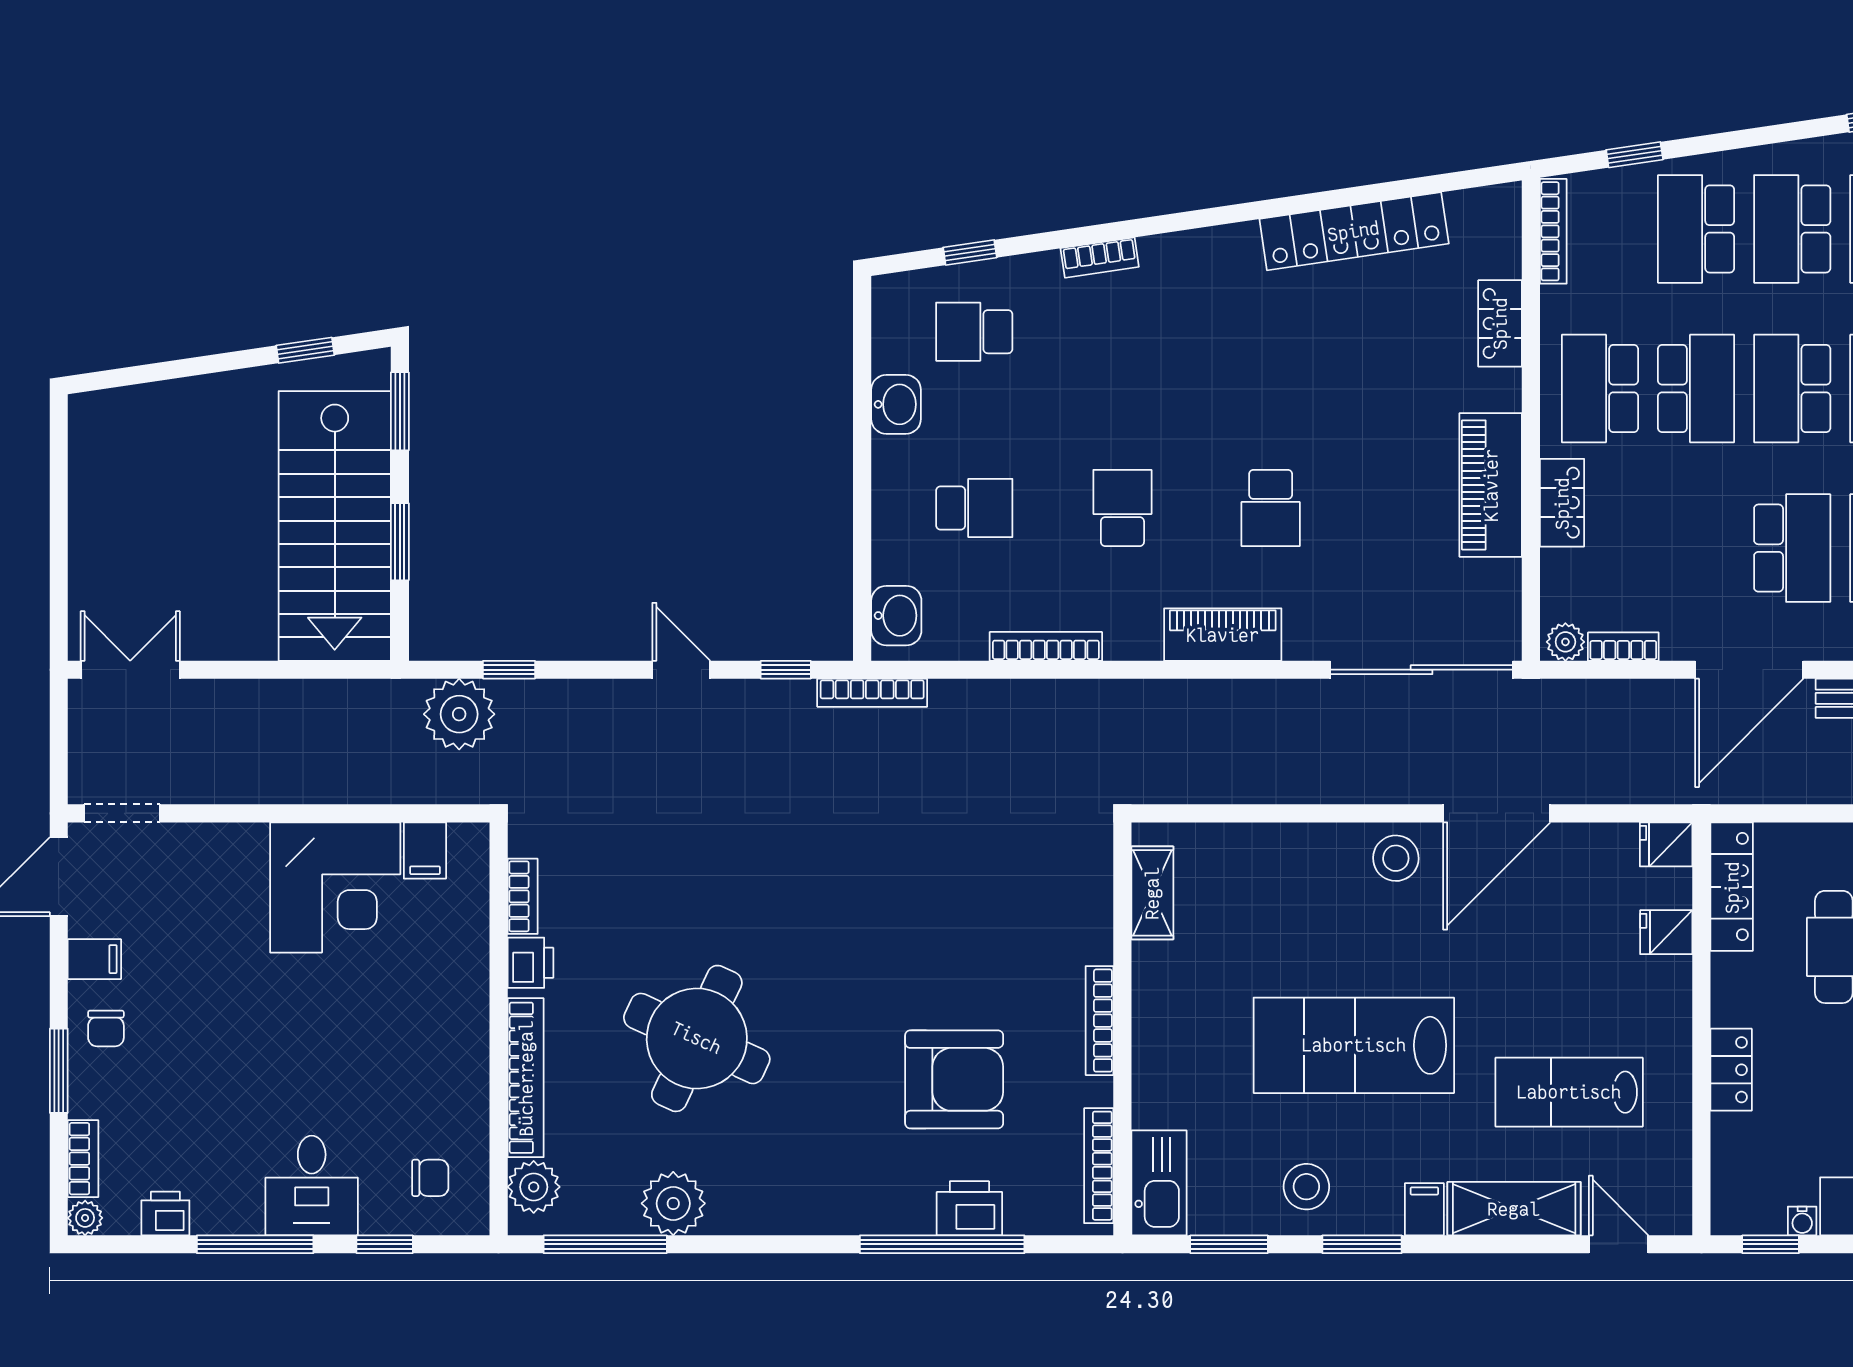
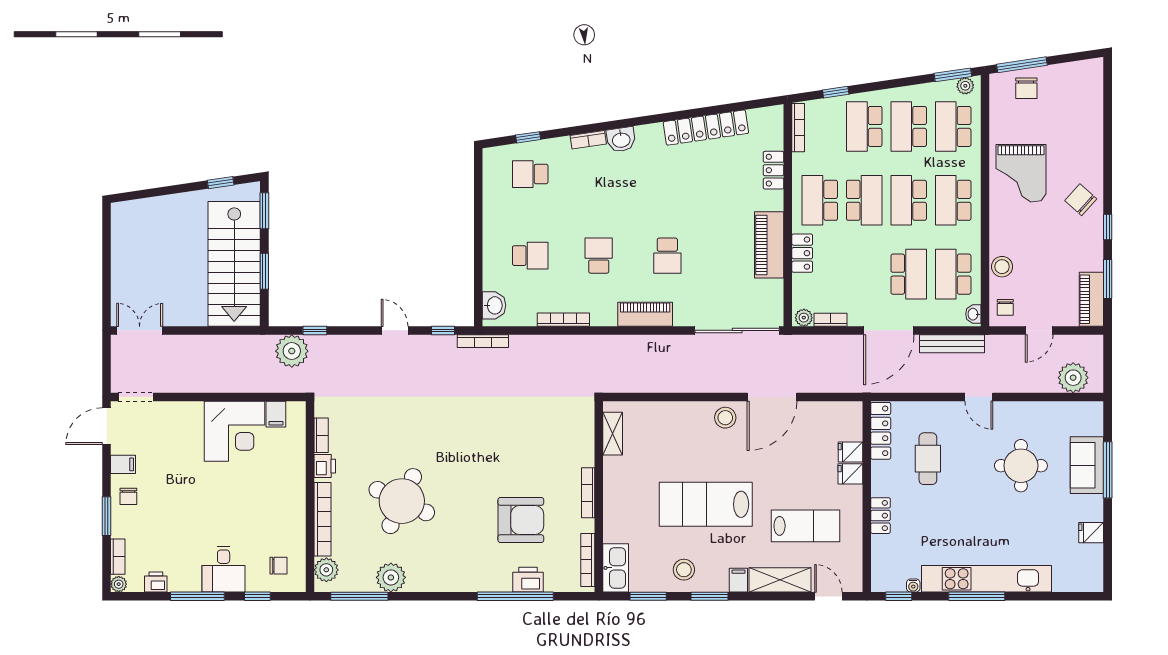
washbasin: (896, 404) -> (621, 140), moved, turned 82
fridge: (1666, 844) -> (850, 474), moved
lab bench: (1569, 1092) -> (805, 526), turned 180

